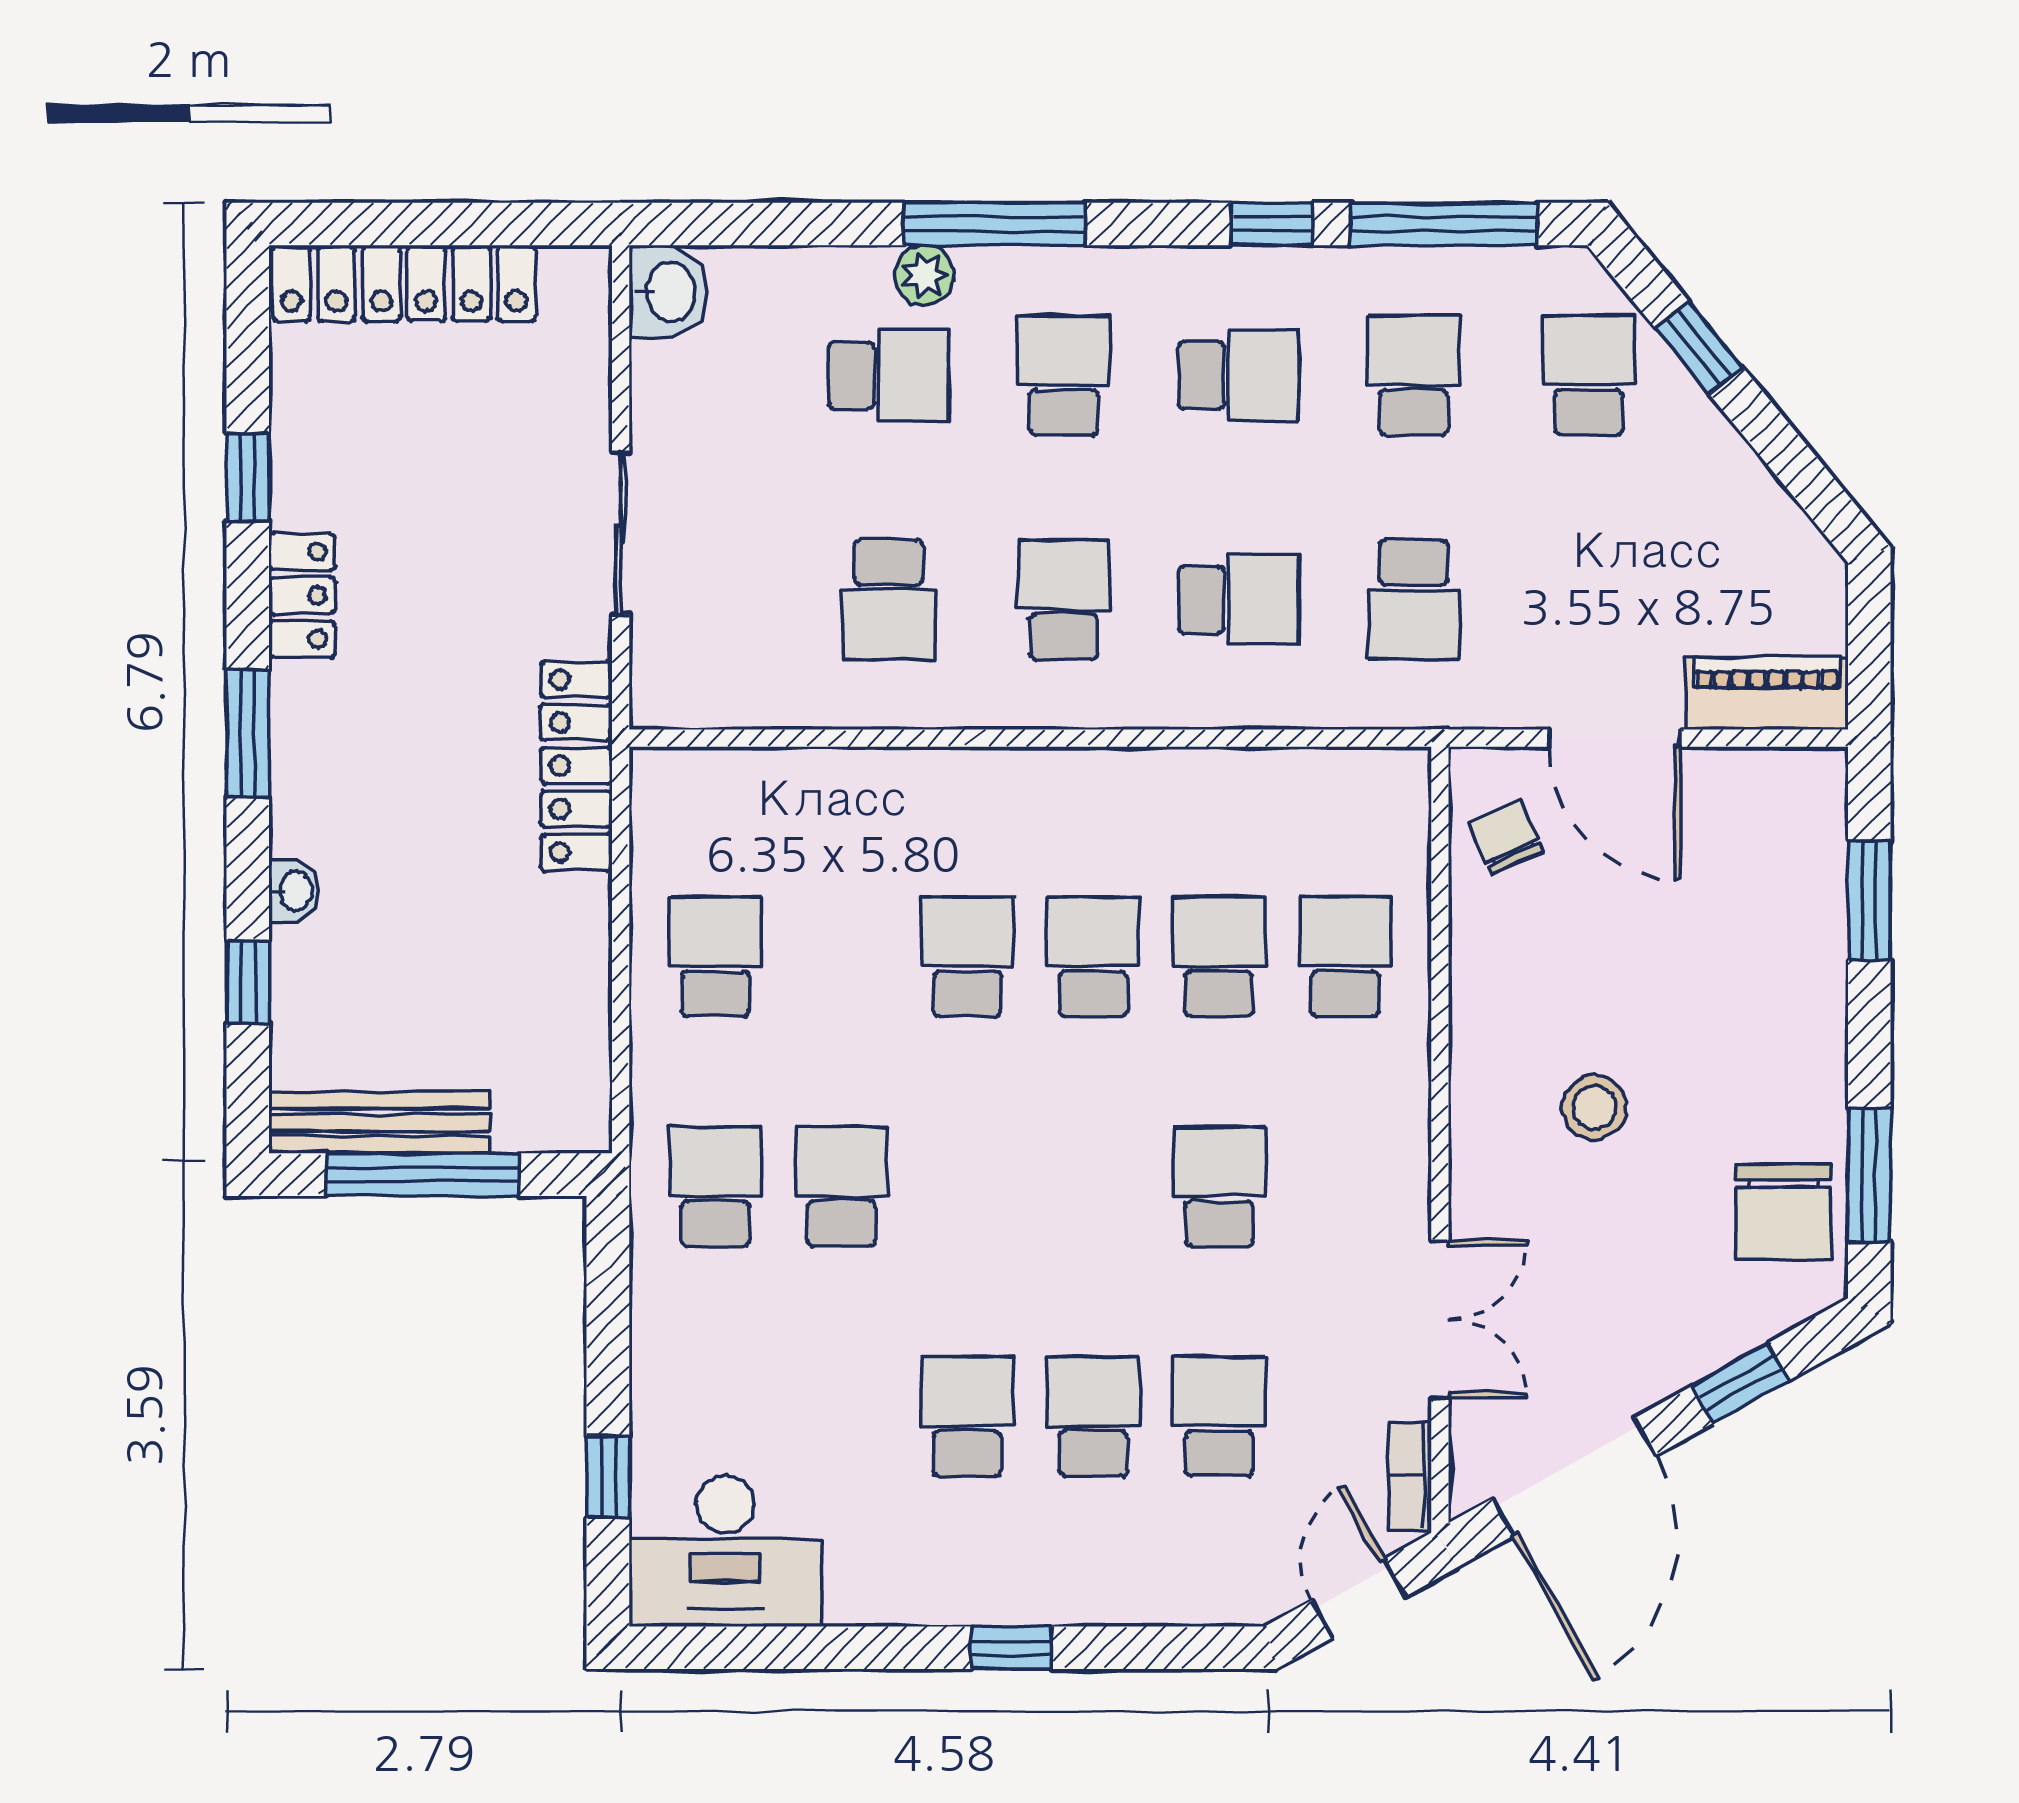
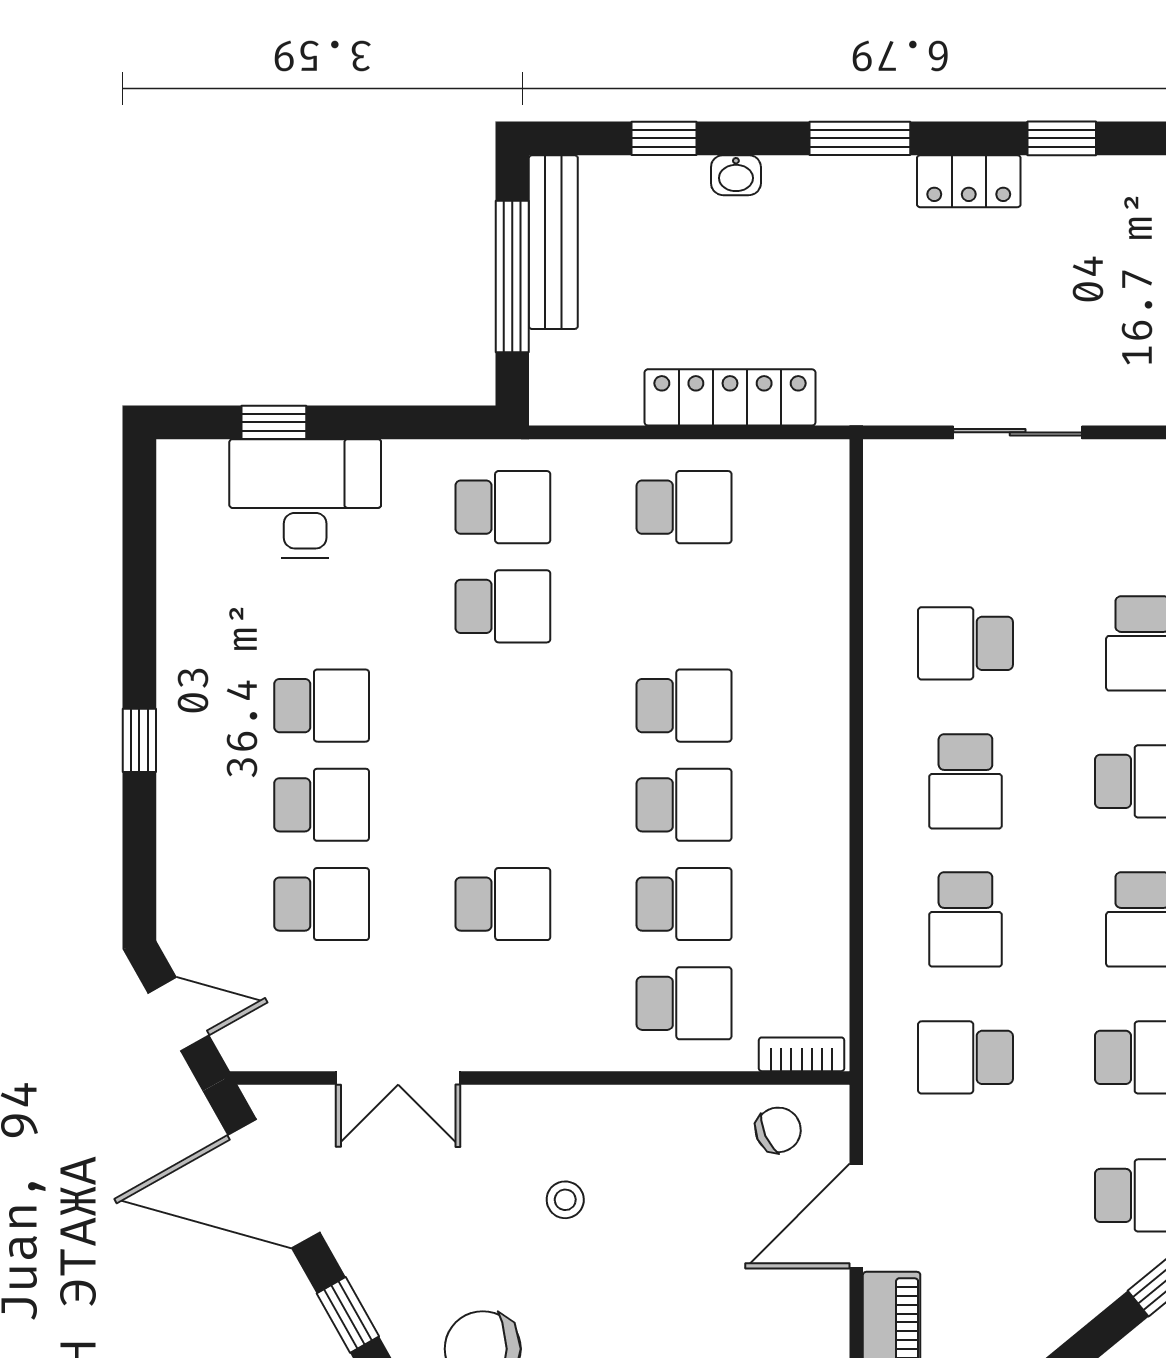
school desk: (1064, 600) -> (965, 781), turned 90
locker: (576, 766) -> (730, 397), moved
stool: (1594, 1107) -> (565, 1200), width x0.73, depth x0.73
bookcase: (1410, 1475) -> (802, 1054), moved
desk: (725, 1551) -> (305, 499), moved, turned 90

